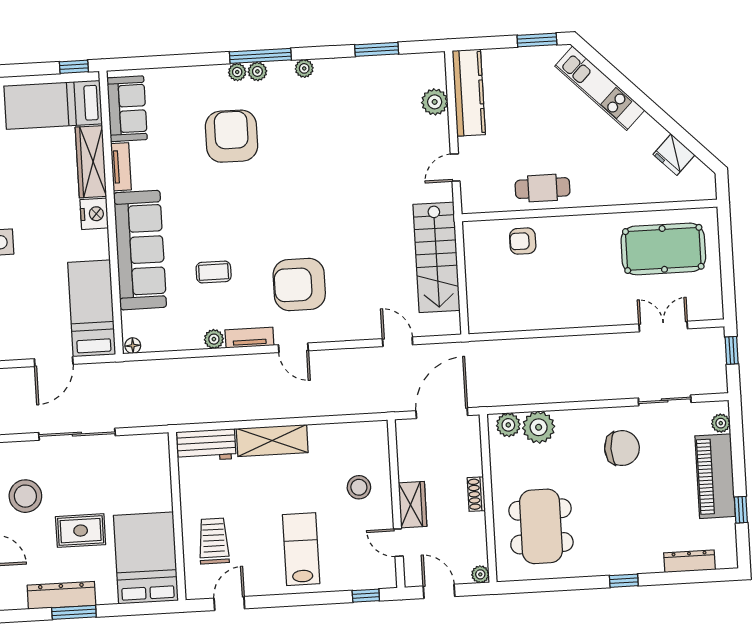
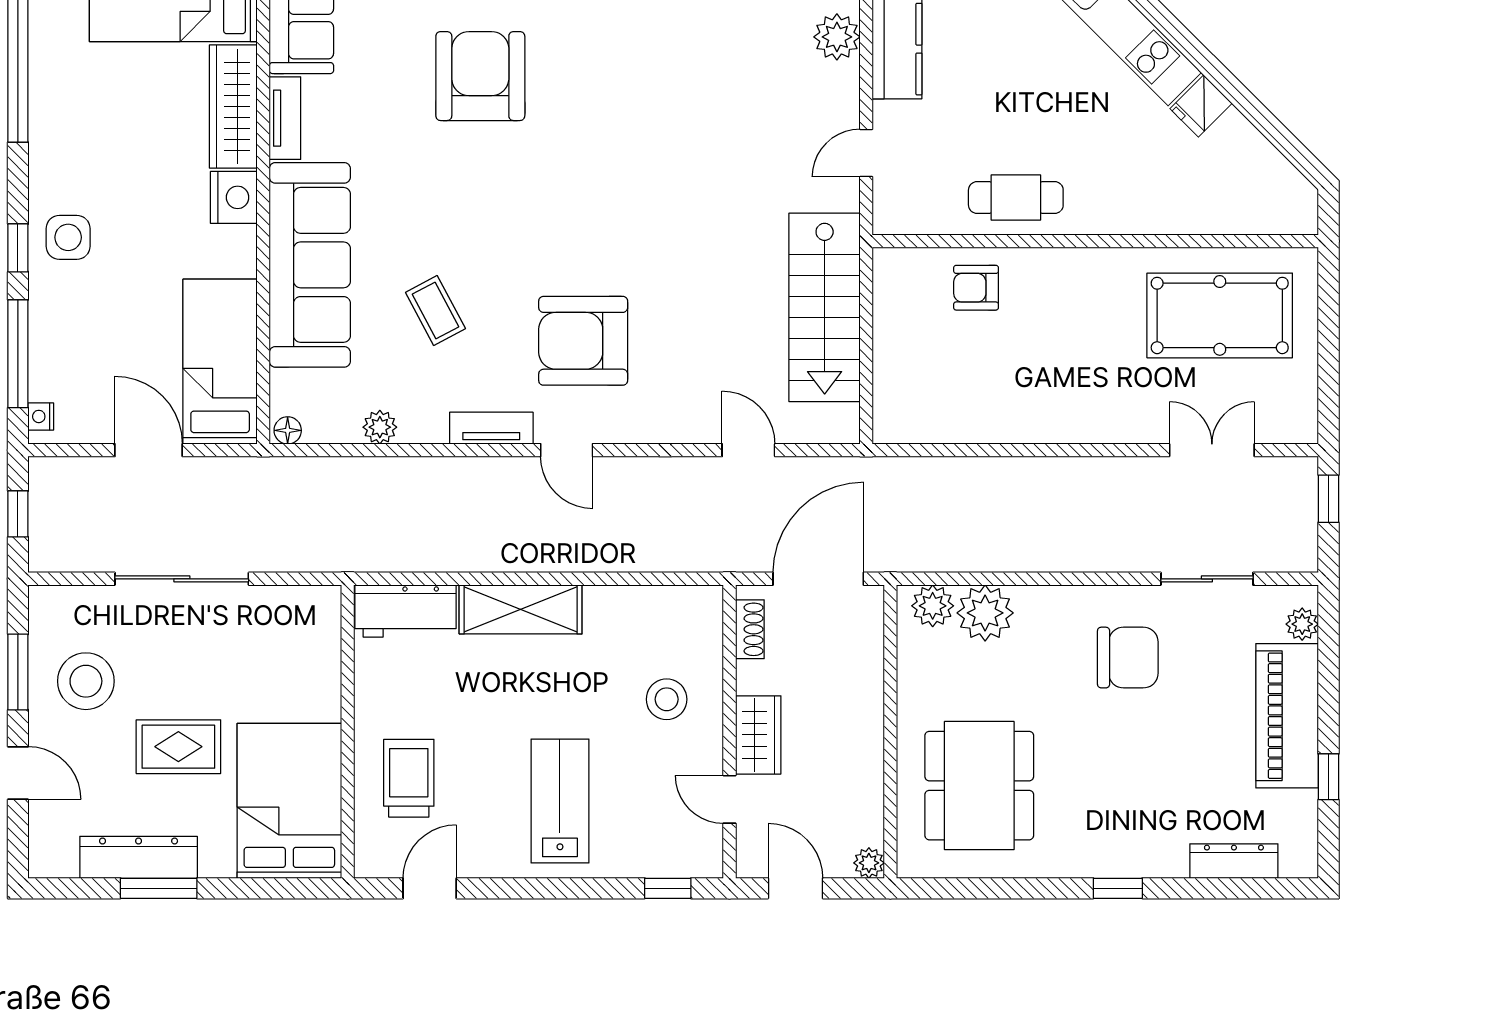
fridge: (674, 155) -> (1201, 106), moved, width x0.72
coffee table: (214, 272) -> (435, 311), turned 62
plant: (214, 339) -> (380, 427), moved
door: (54, 362) -> (149, 450), swing flipped
shoe rack: (476, 494) -> (750, 629), moved, turned 180

